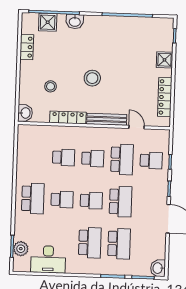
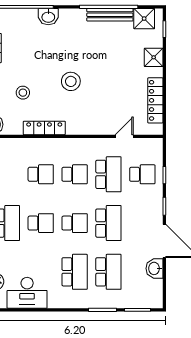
shower: (48, 22) -> (144, 19), moved
bench: (107, 119) -> (110, 15), moved
door: (137, 127) -> (124, 136), hinge flipped
washbasin: (158, 268) -> (154, 268), moved

